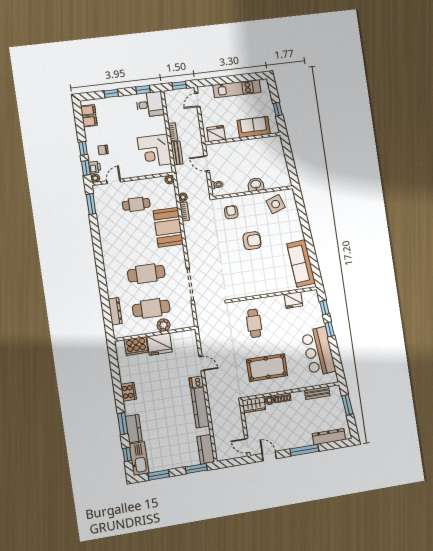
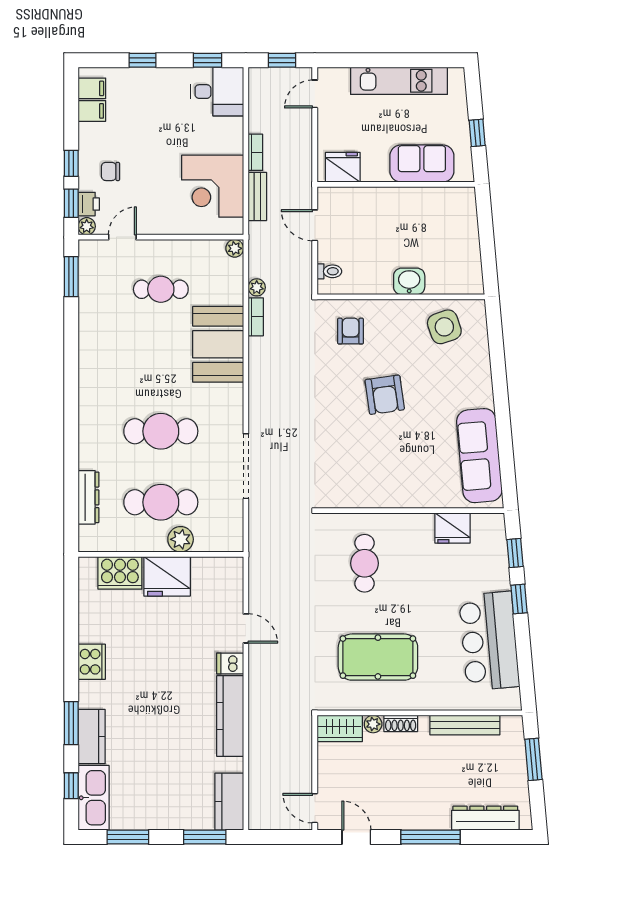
armchair: (252, 241) -> (385, 395), turned 82
bench: (317, 393) -> (465, 725), width x1.36

